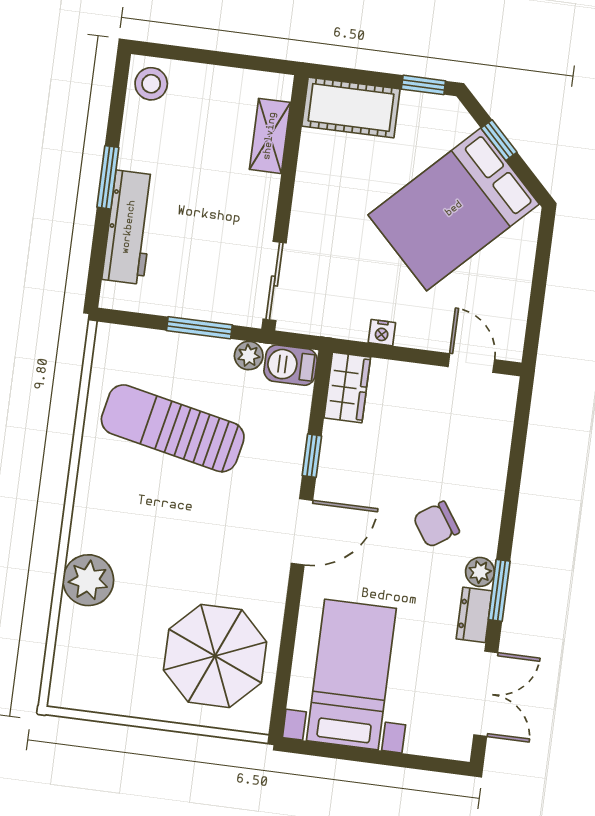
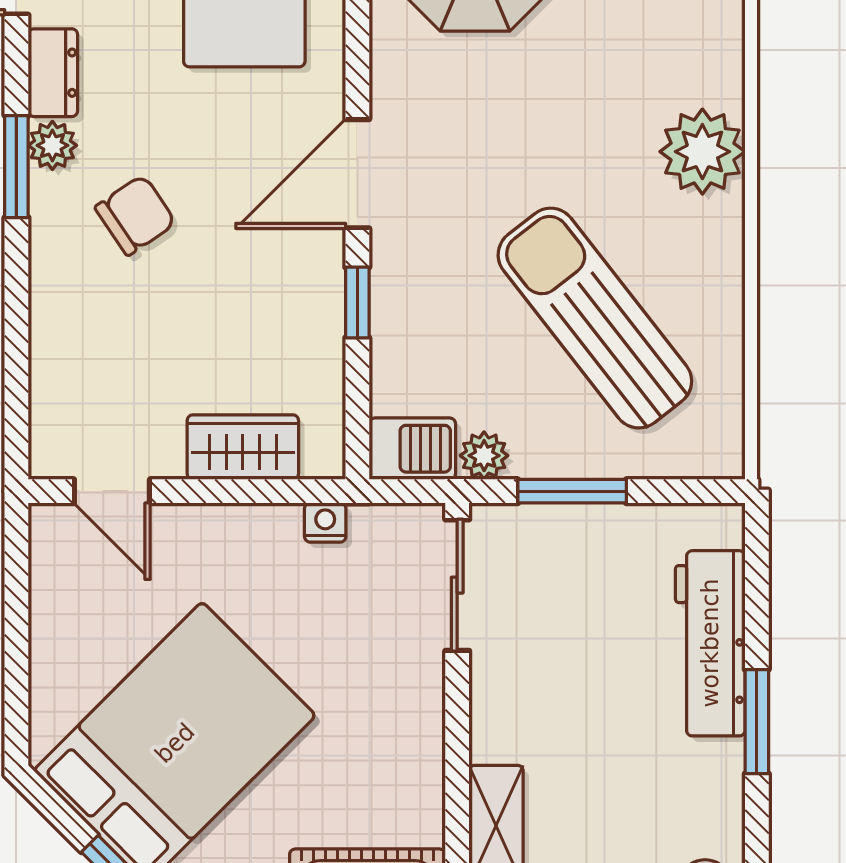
nightstand: (382, 333) -> (325, 523), moved
wardrobe: (347, 387) -> (243, 447), moved, turned 90
sun lounger: (173, 428) -> (595, 318), turned -140
plant: (88, 580) -> (702, 152), moved
window: (499, 590) -> (16, 167), moved

